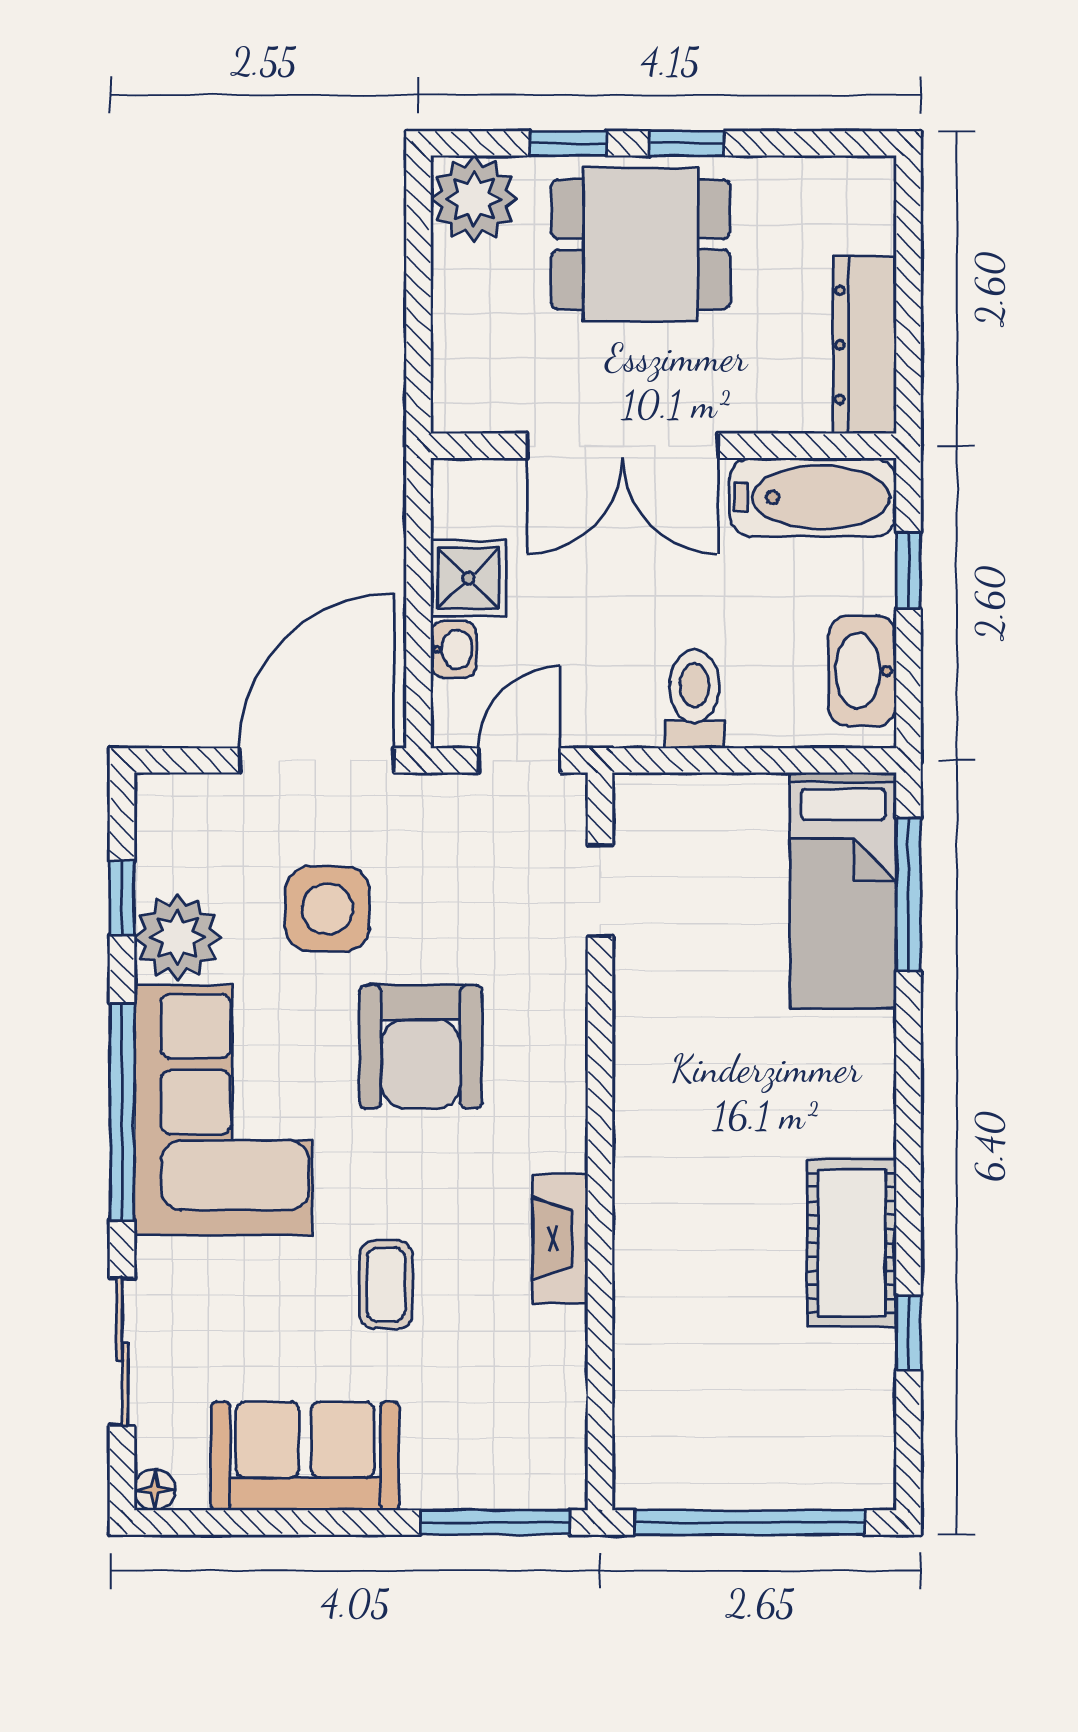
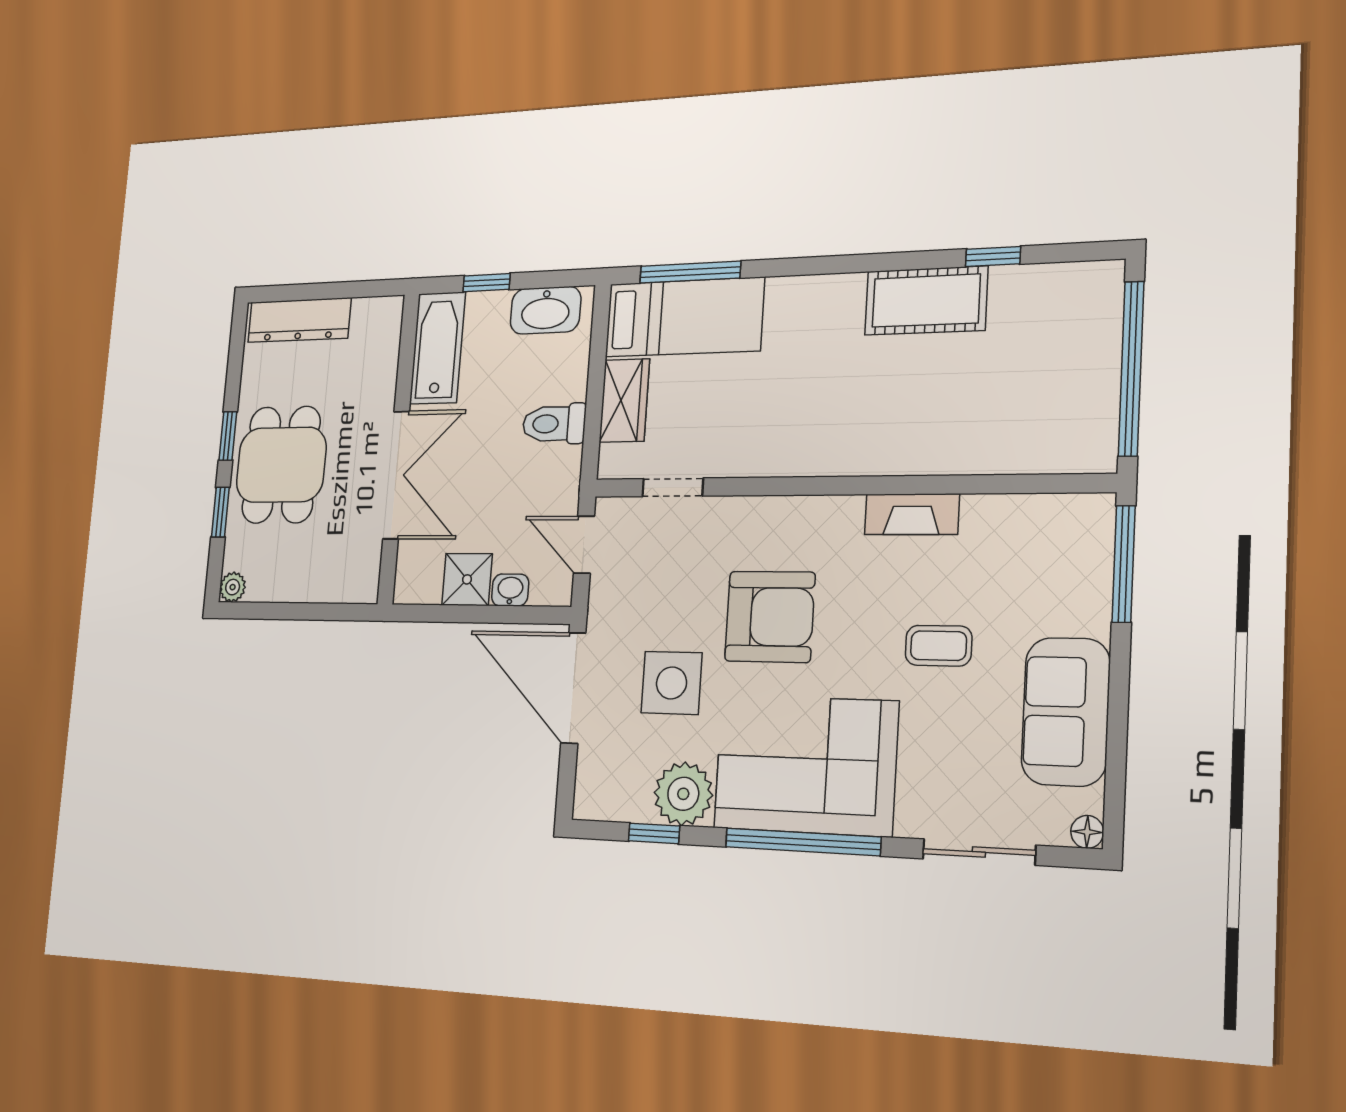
plant: (474, 199) -> (233, 587), width x0.53, depth x0.53
dresser: (865, 345) -> (299, 320), moved
wardrobe: (726, 807) -> (624, 400), added

